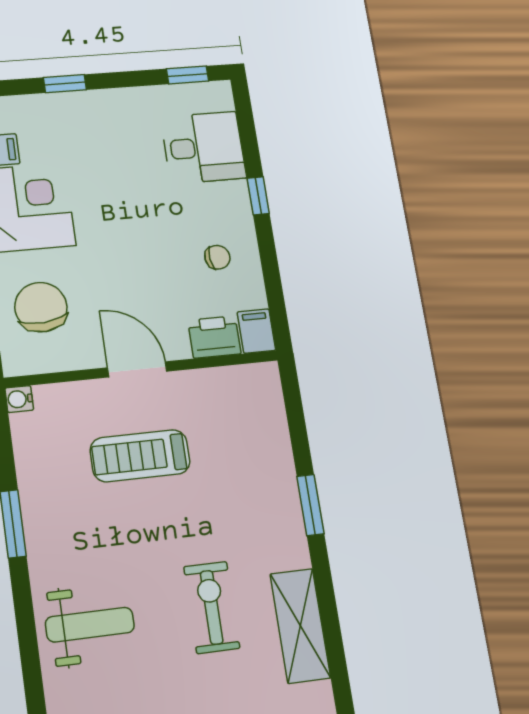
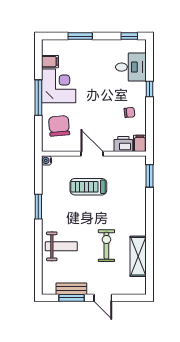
window: (65, 84) -> (80, 36), width x1.50
window: (310, 505) -> (150, 176), moved

